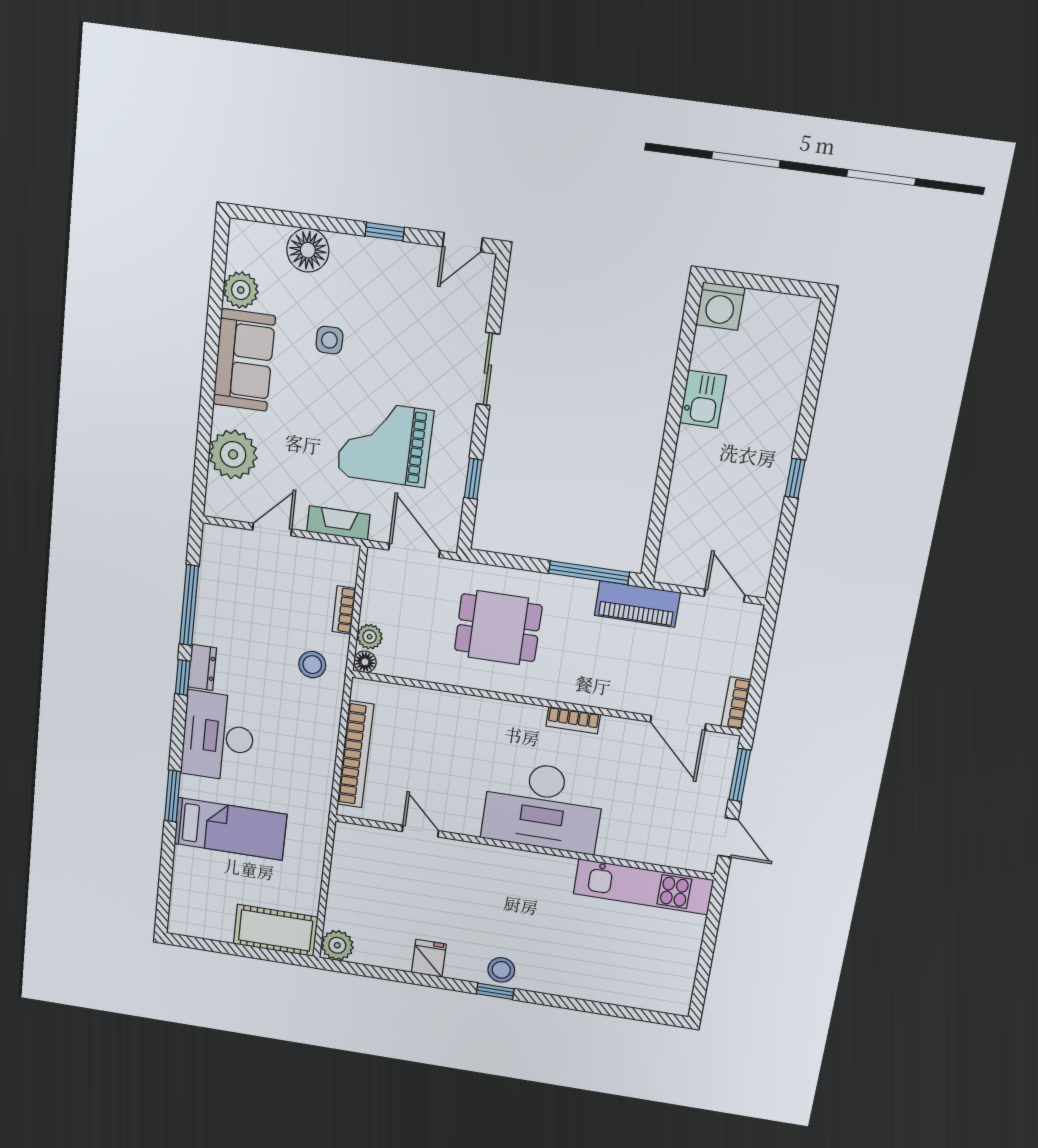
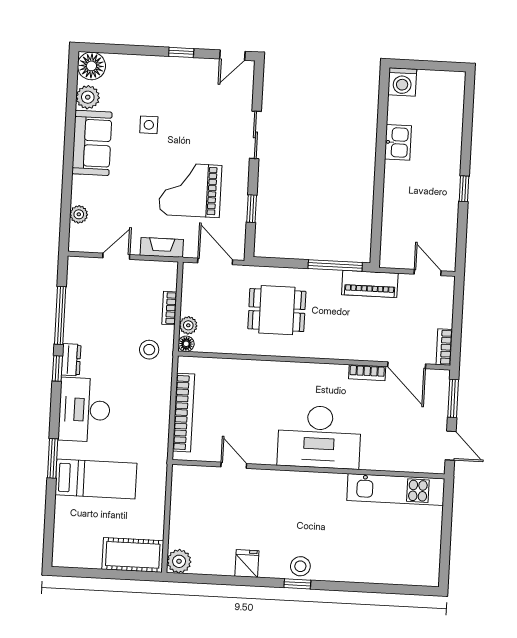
floor lamp: (308, 250) -> (91, 66), moved
plant: (233, 454) -> (79, 214), width x0.53, depth x0.53
bookcase: (573, 720) -> (367, 373), moved

